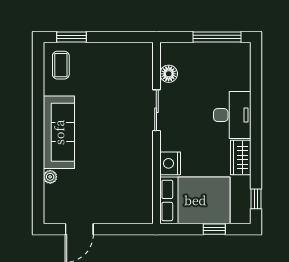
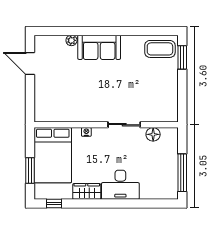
coffee table: (61, 65) -> (160, 49), width x1.36, depth x1.30
sofa: (59, 132) -> (99, 47), width x0.73
nightstand: (170, 163) -> (86, 132), width x0.53, depth x0.56
window: (214, 229) -> (30, 171), width x1.50

